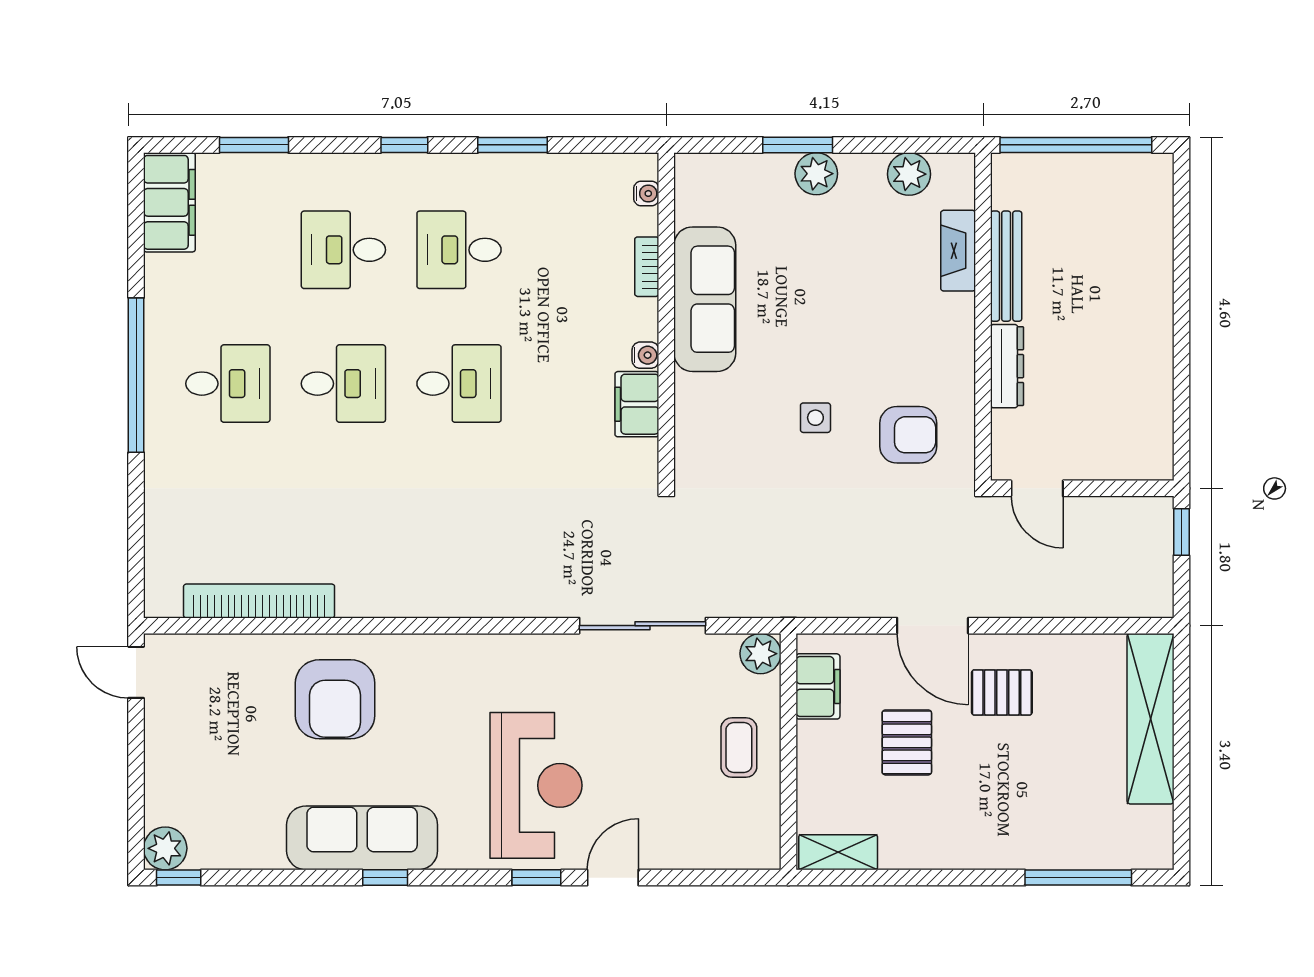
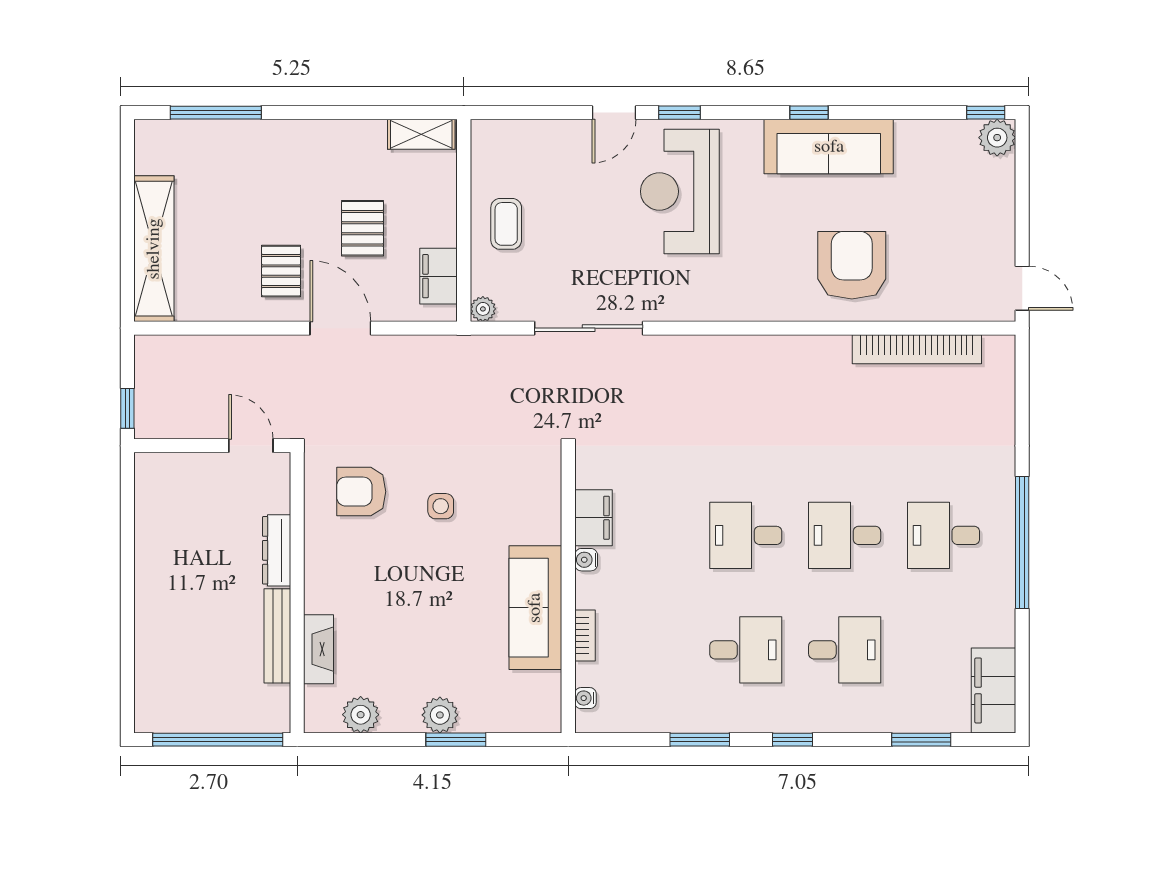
plant: (761, 654) -> (483, 309), width x0.73, depth x0.73
pallet: (1002, 692) -> (281, 271), turned 90

